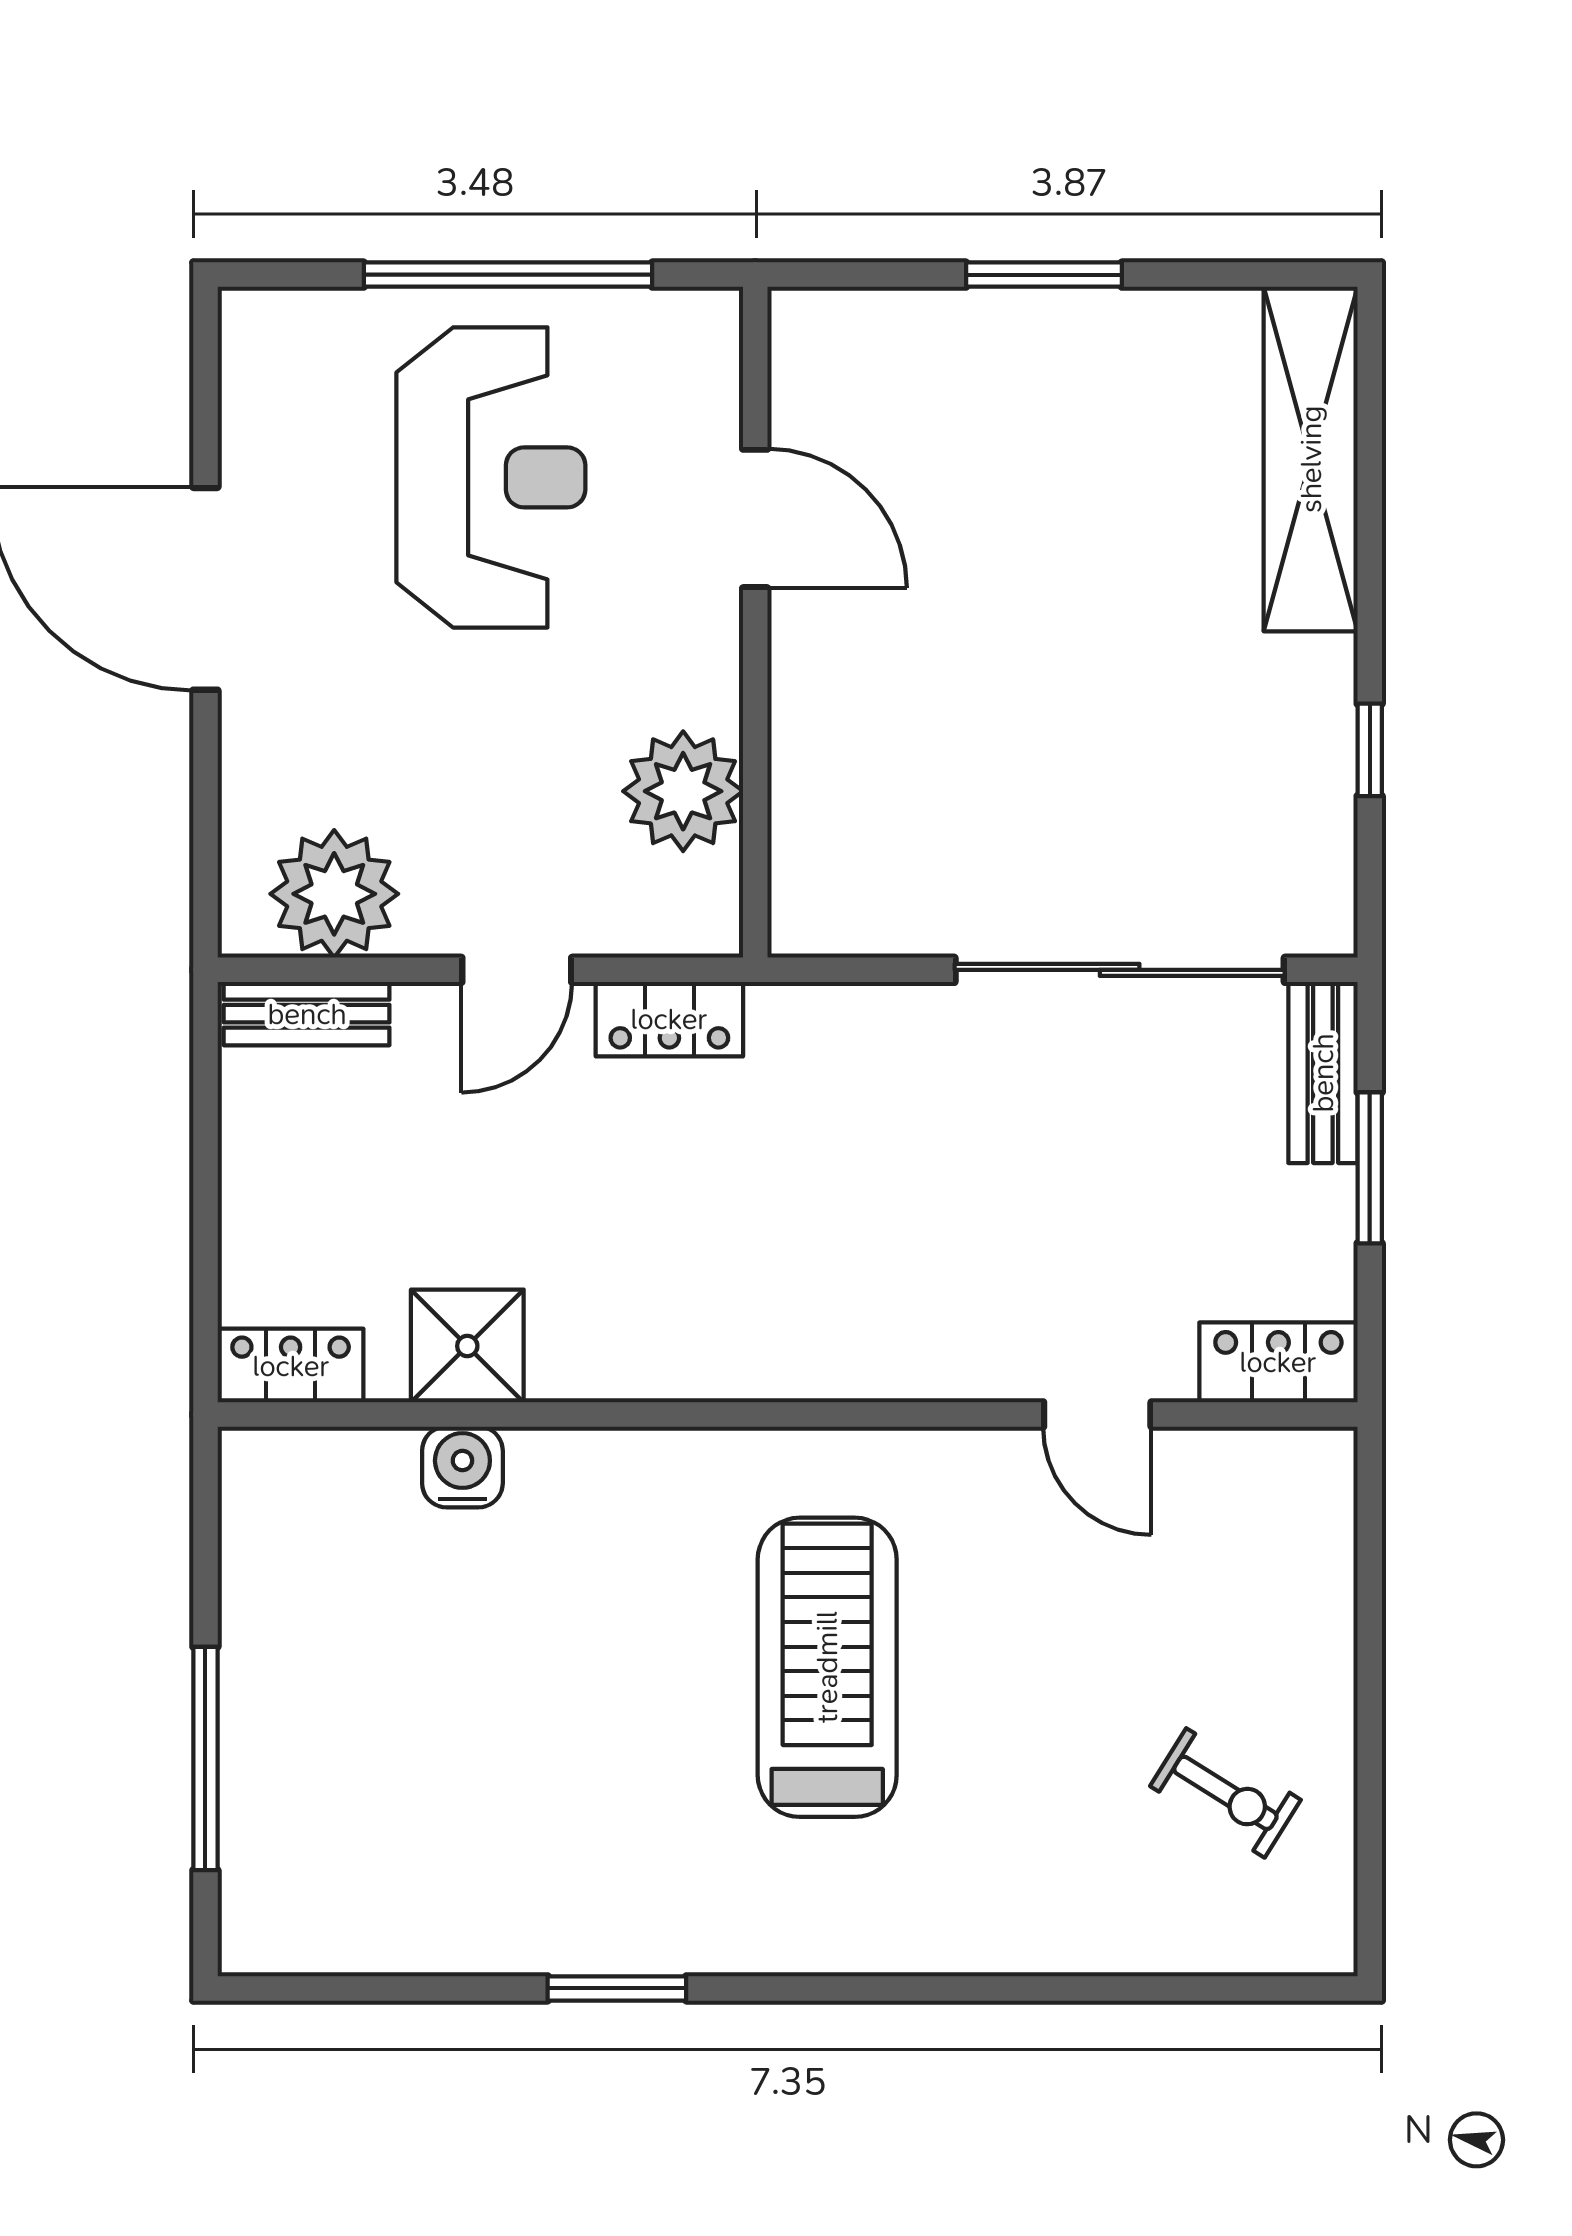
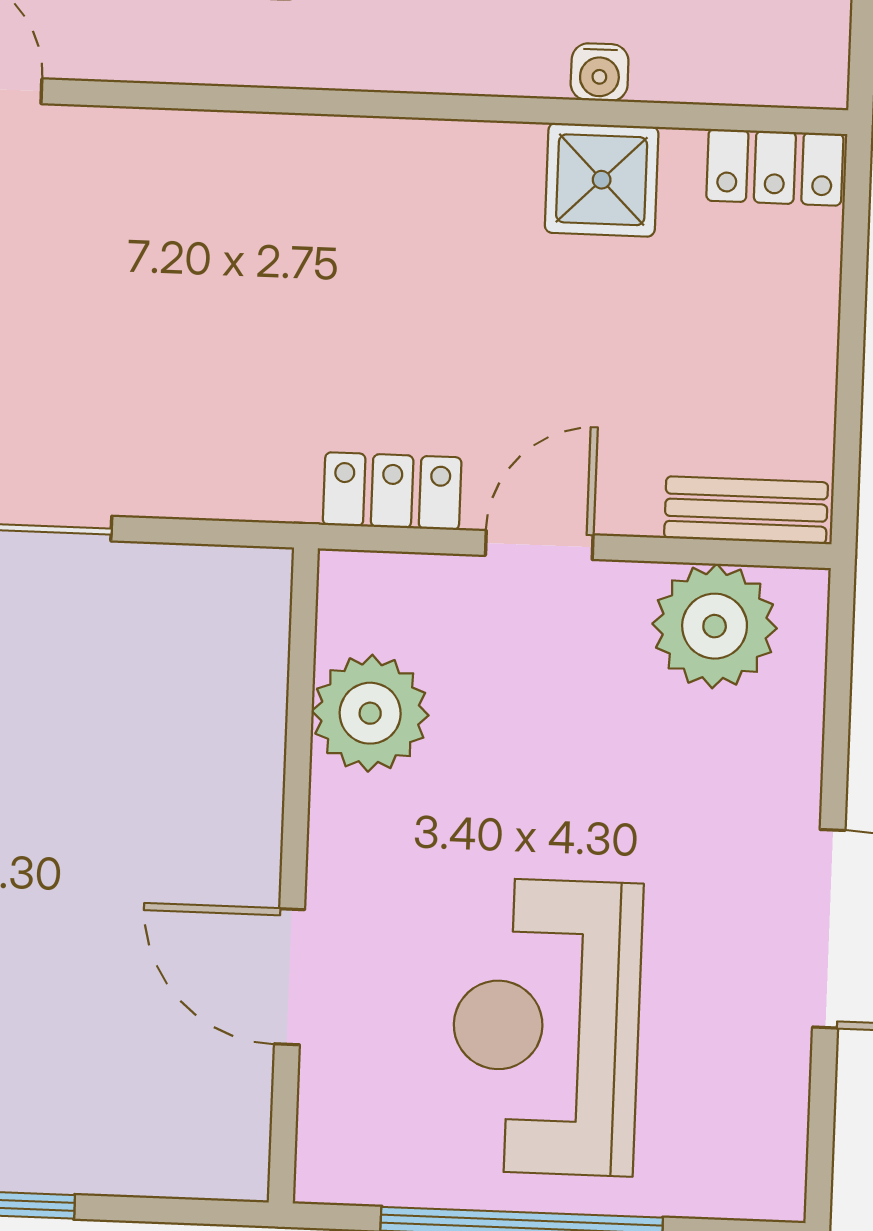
water cooler: (462, 1467) -> (600, 72), width x0.72, depth x0.72

